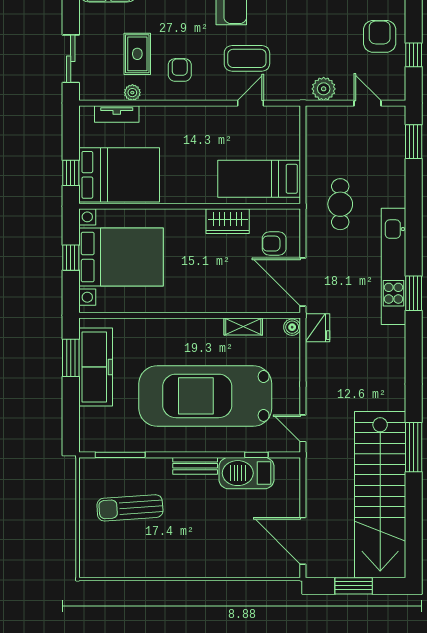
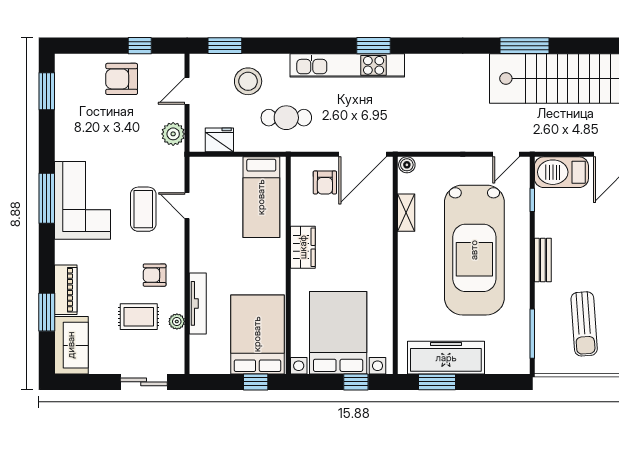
tv unit: (117, 114) -> (198, 303), moved, width x1.41
stool: (377, 165) -> (248, 81), added
wardrobe: (228, 221) -> (303, 247), moved
window: (71, 258) -> (356, 382), moved
fridge: (317, 328) -> (219, 140), moved
barbecue: (246, 473) -> (561, 172), moved, turned 90

